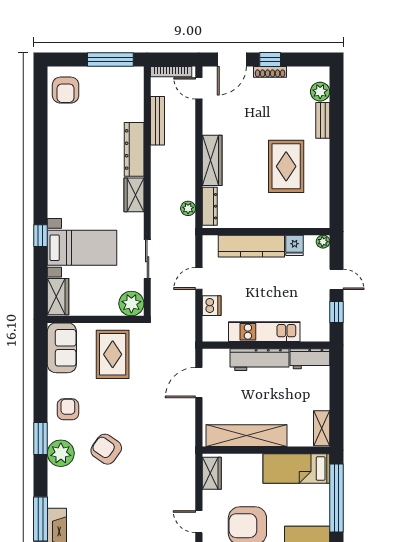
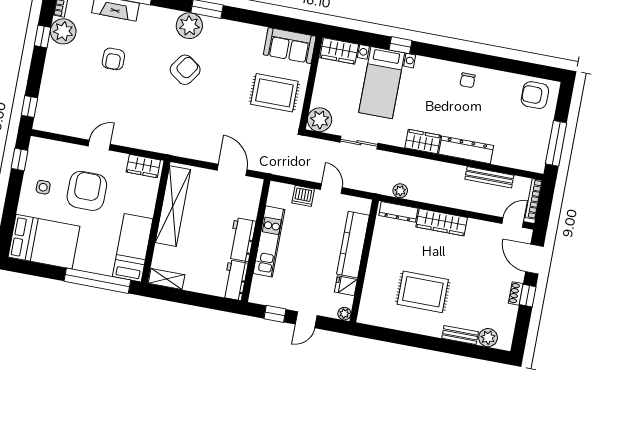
shoe rack: (270, 72) -> (516, 293), width x0.70
chair: (63, 161) -> (468, 80), added
workbench: (259, 360) -> (242, 240), width x0.73
armchair: (68, 409) -> (113, 59), moved, turned 90

